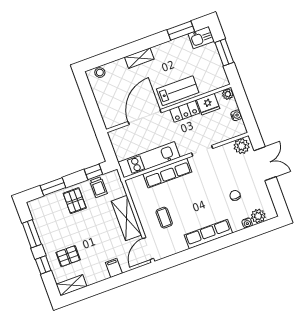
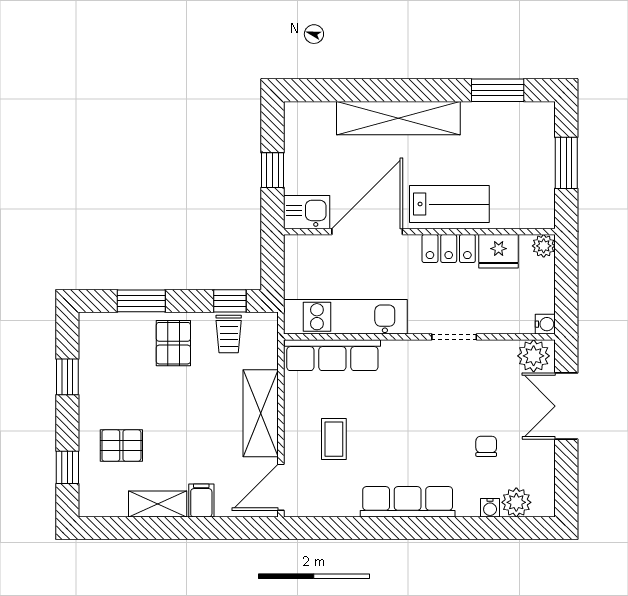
kitchen sink: (201, 38) -> (307, 212), moved, turned 180
shelving: (139, 58) -> (398, 118), width x2.20, depth x1.33
stool: (100, 73) -> (312, 114), removed
window: (91, 105) -> (273, 170), added
water cooler: (236, 115) -> (545, 324), moved
double door: (265, 164) -> (566, 406), swing flipped
row of seats: (167, 173) -> (332, 355), moved
window: (32, 234) -> (67, 377), width x0.67
window: (43, 265) -> (67, 467), moved
shelving: (71, 285) -> (158, 504), moved

